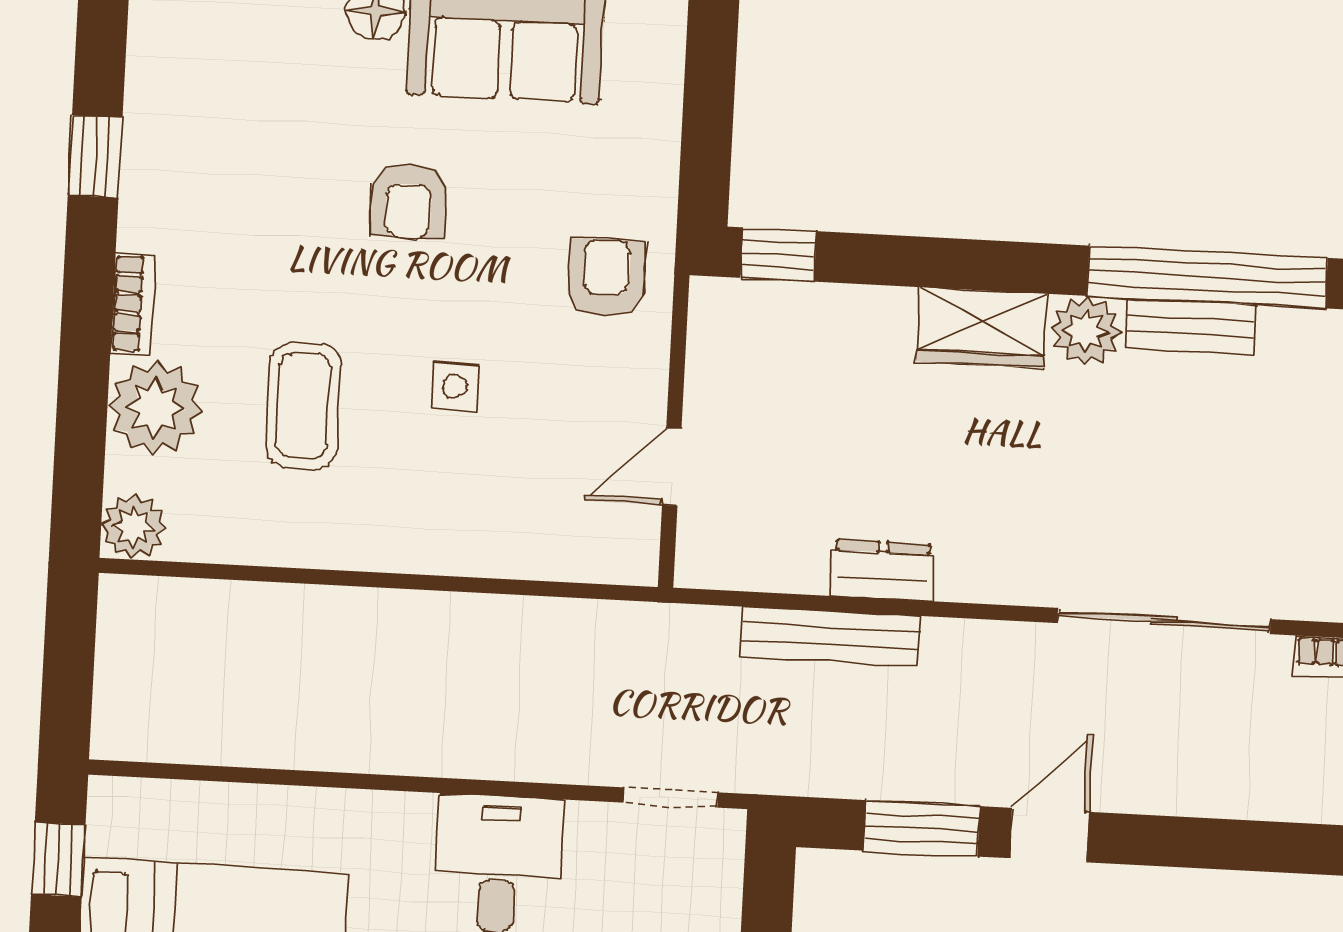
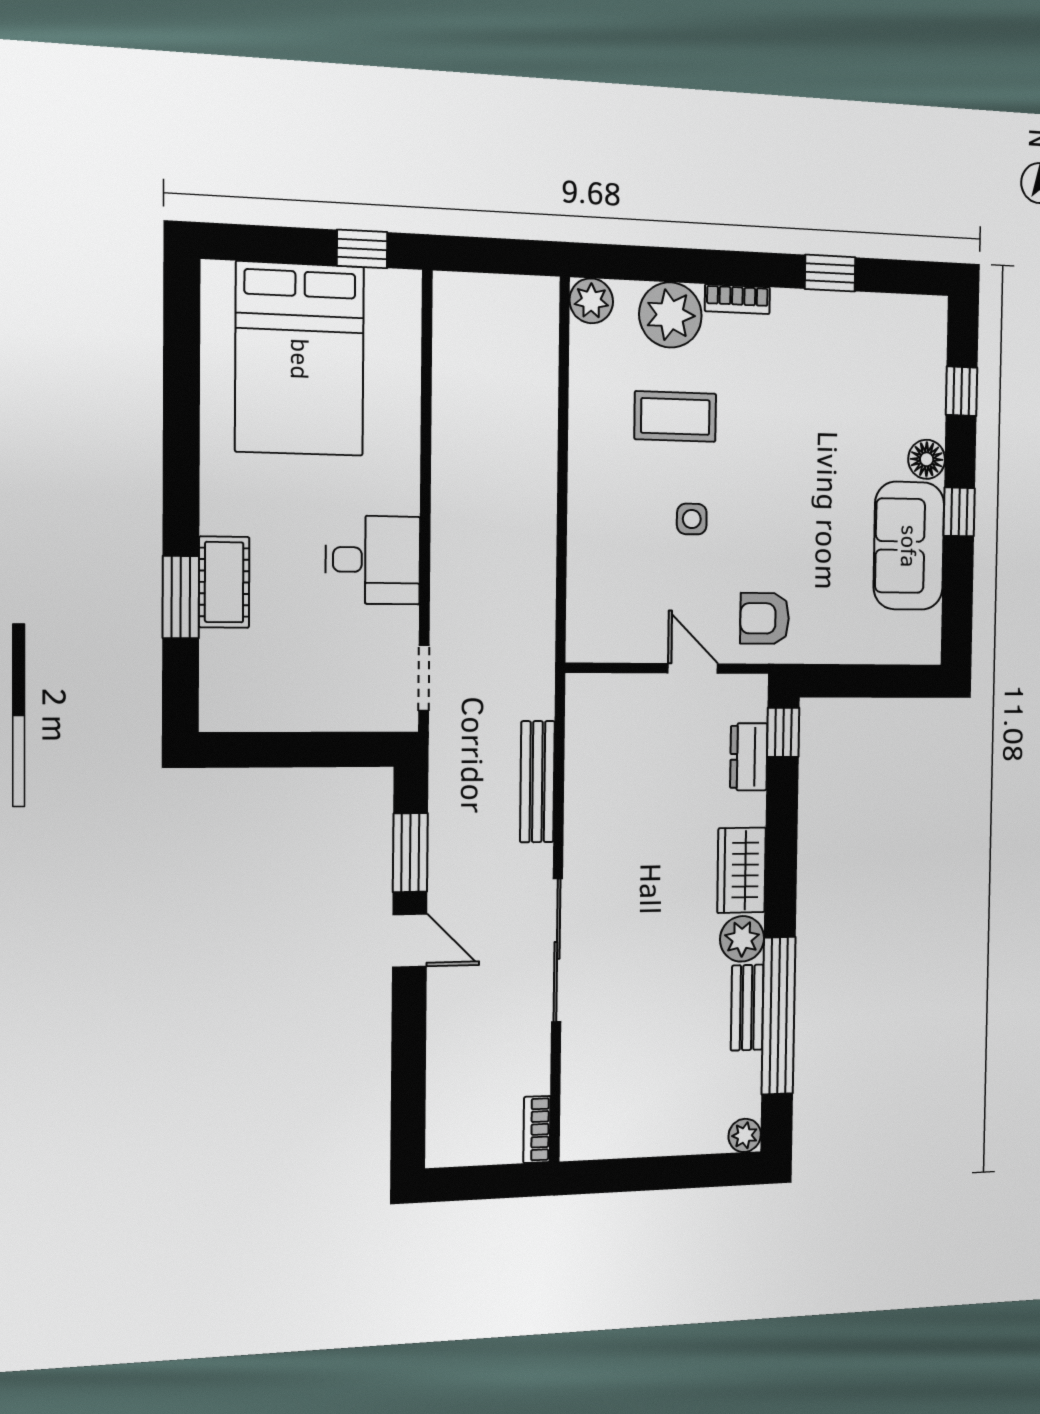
armchair: (409, 201) -> (809, 485), removed
armchair: (606, 278) -> (765, 618), turned 180
door: (672, 466) -> (693, 668), moved
dresser: (882, 570) -> (749, 757), moved, turned 180
sliding door: (1164, 621) -> (557, 950), moved

